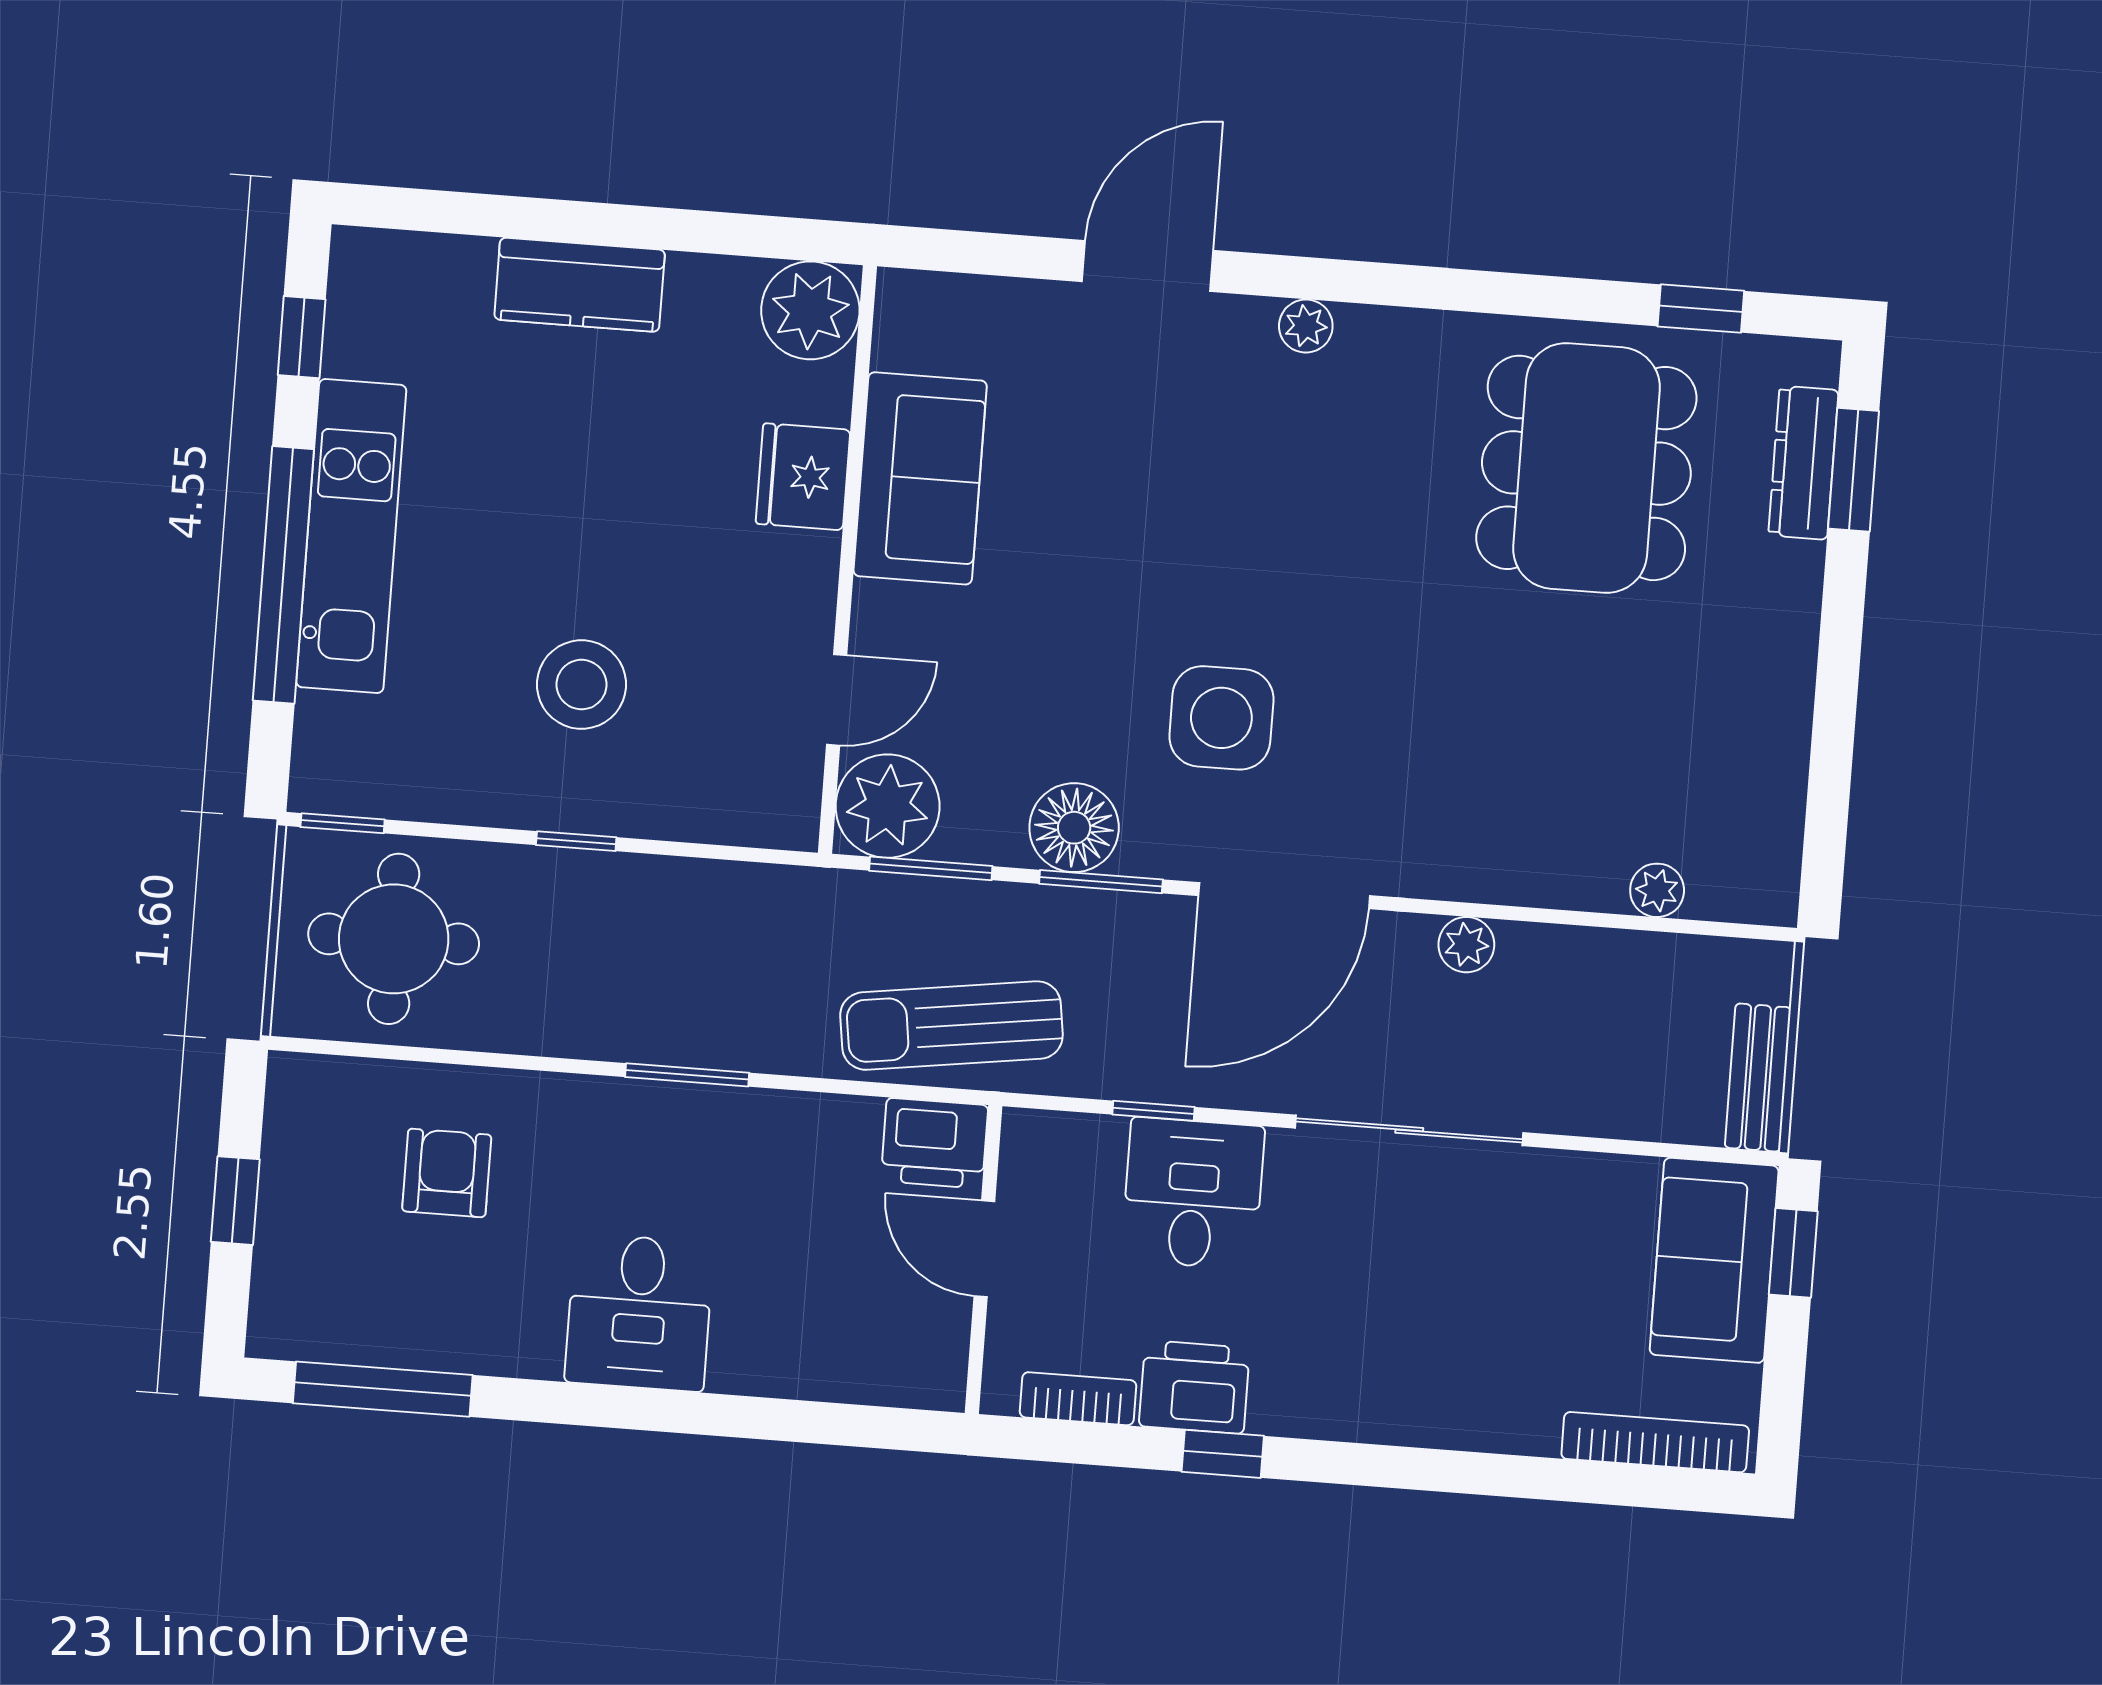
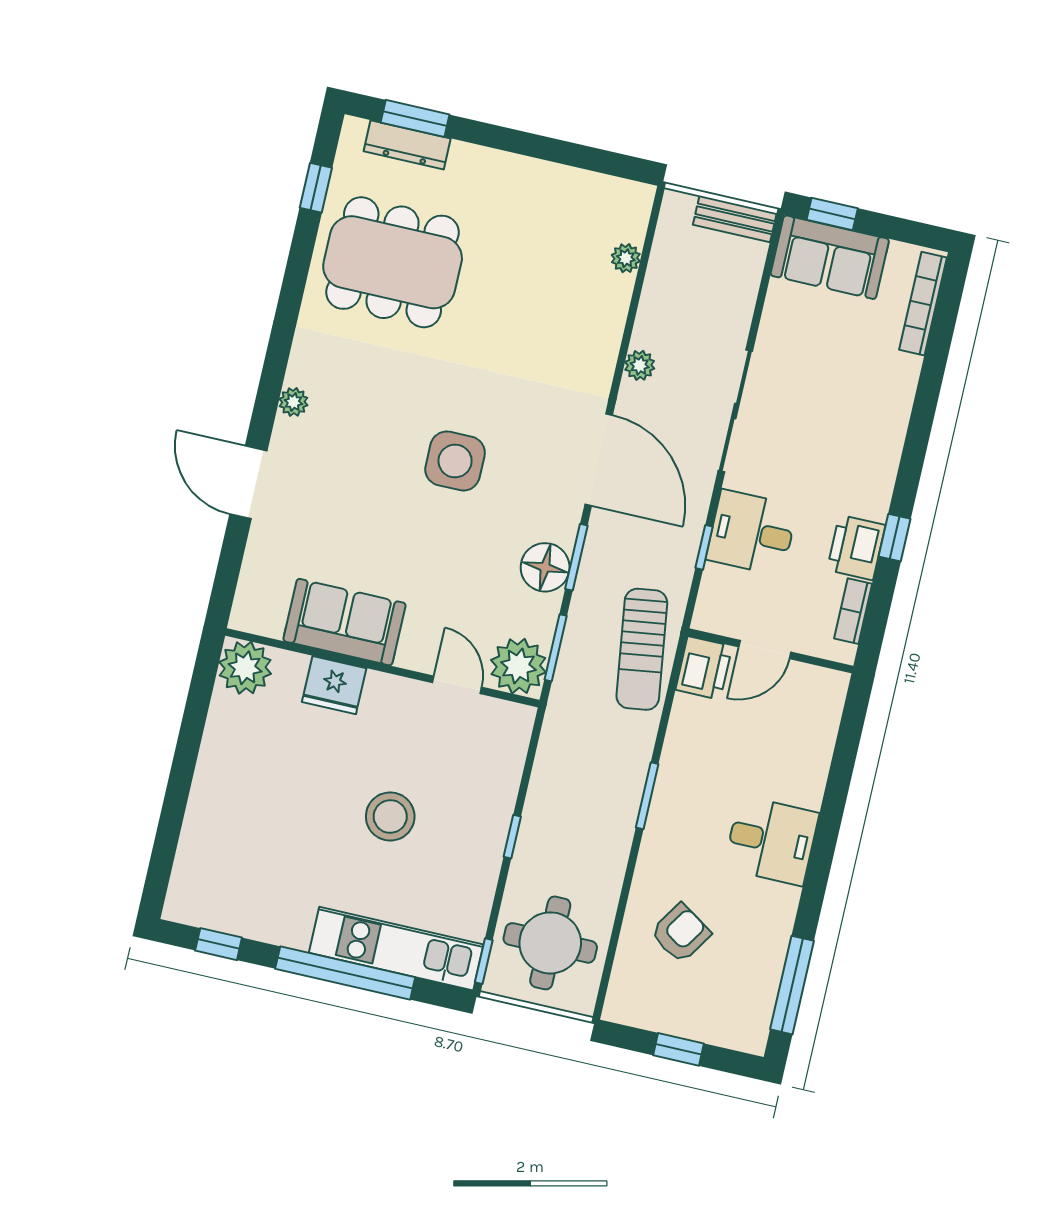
kitchen counter: (580, 285) -> (213, 790), removed
kitchen unit: (351, 536) -> (396, 949), moved
stool: (581, 685) -> (390, 816), moved
side table: (1221, 718) -> (455, 461), moved
armchair: (447, 1173) -> (681, 933), turned 123

